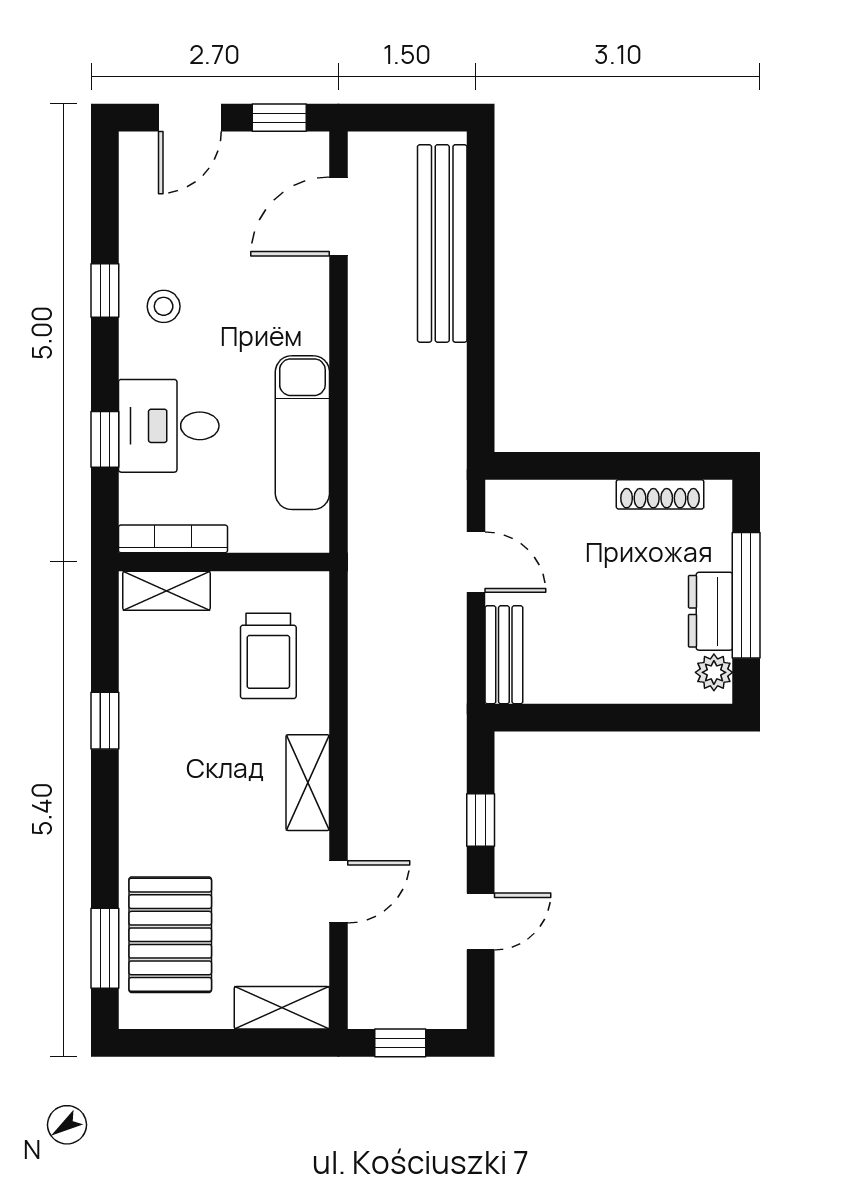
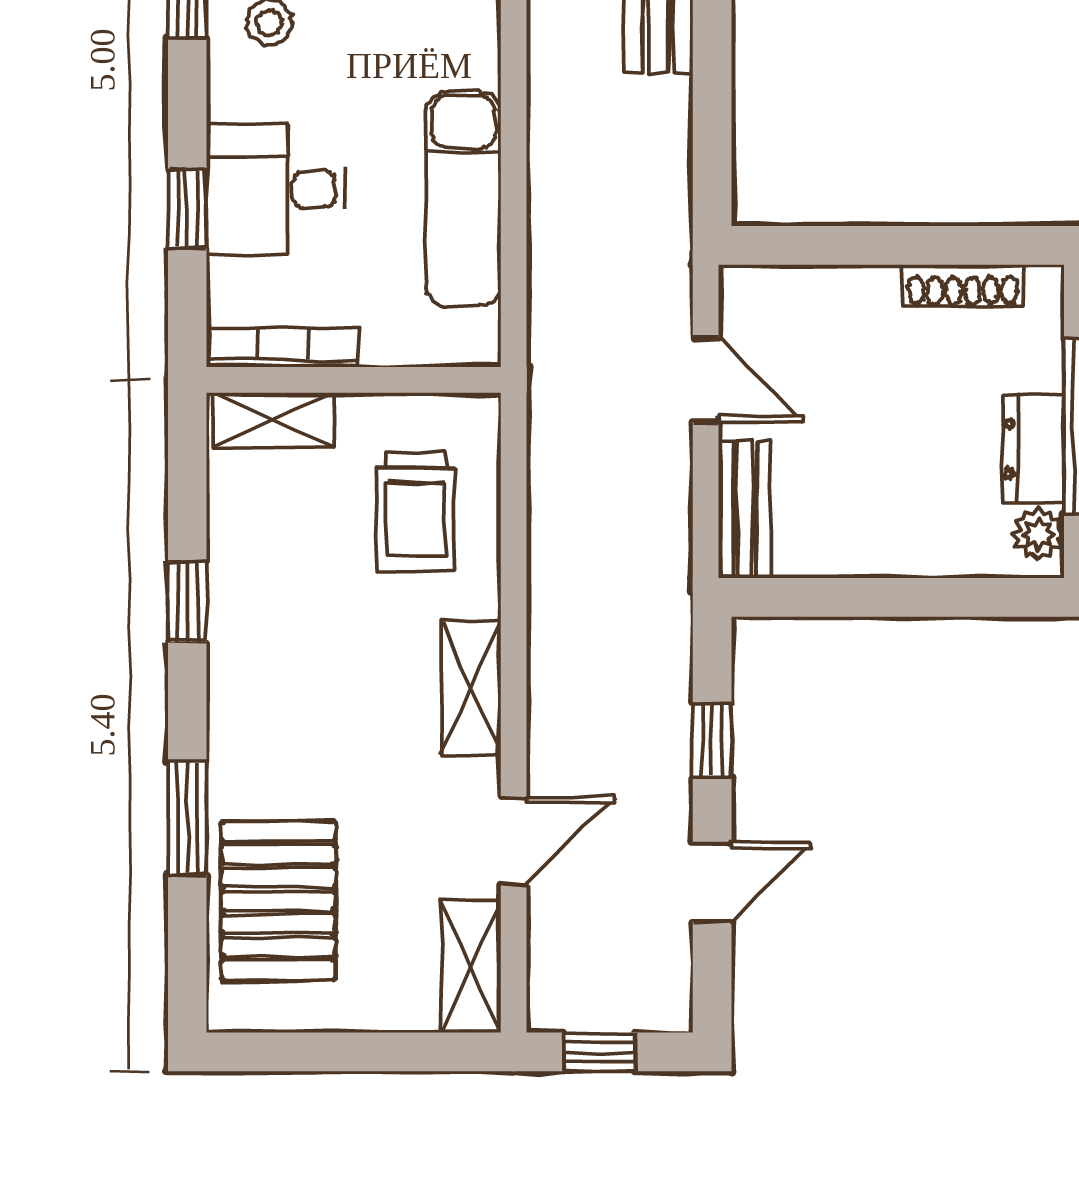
window: (105, 948) -> (187, 818), moved
shelving: (282, 1008) -> (471, 966), moved, turned 90

